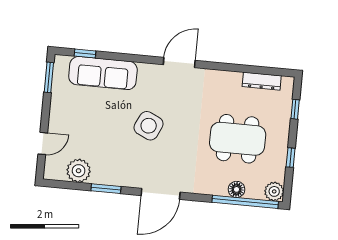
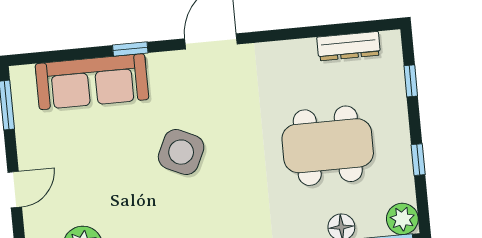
window: (85, 54) -> (130, 49), moved
door: (43, 143) -> (15, 190), moved

